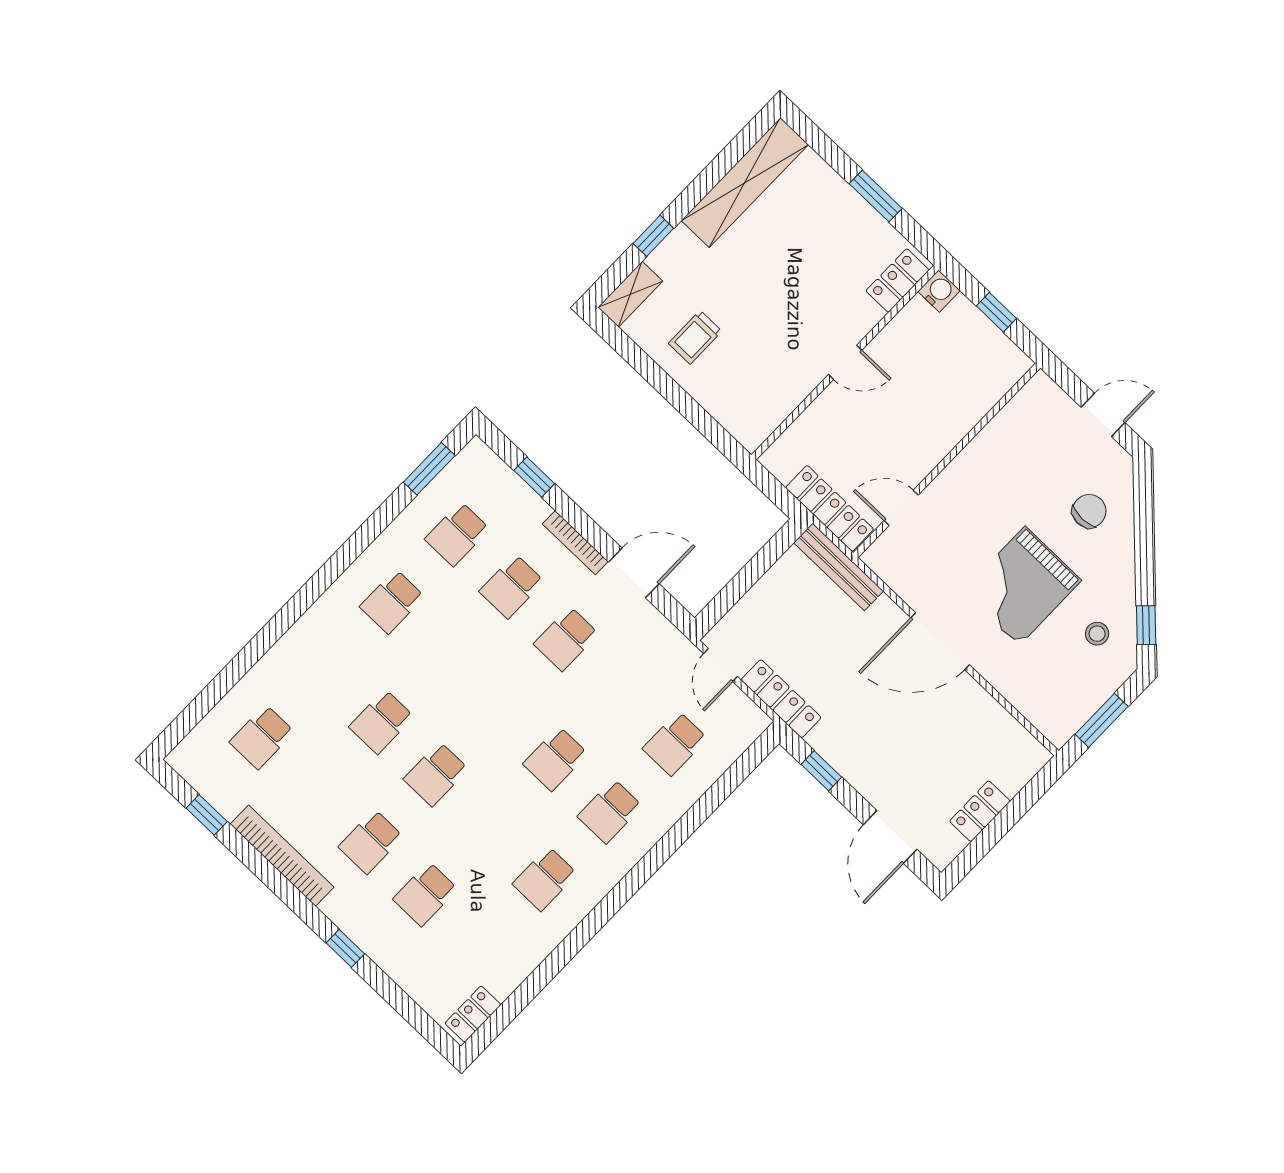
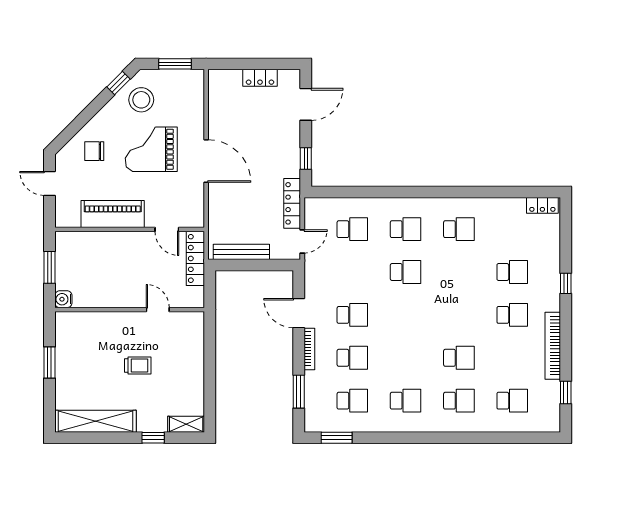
locker: (898, 280) -> (75, 320), removed
window: (996, 312) -> (49, 267), width x1.50
trolley: (695, 337) -> (138, 366), moved
door: (845, 362) -> (158, 310), moved
piano: (987, 458) -> (113, 214), added
window: (534, 477) -> (299, 392), width x1.50
bench: (839, 567) -> (241, 252), moved, turned 90
grand piano: (1022, 586) -> (151, 149), turned 180
stool: (1097, 634) -> (141, 100), width x1.89, depth x1.89
school desk: (436, 774) -> (459, 401), moved

